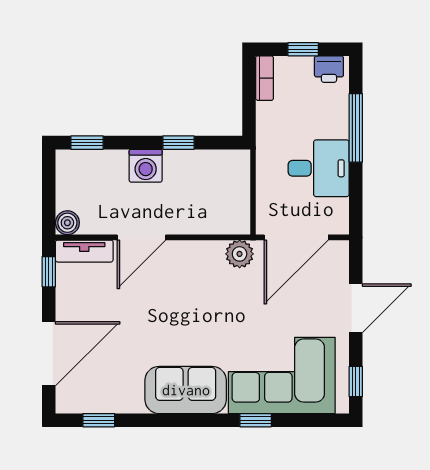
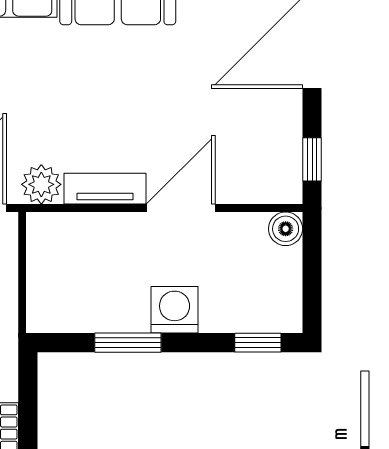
window: (178, 143) -> (128, 343), width x1.50
tv unit: (84, 251) -> (105, 189), moved

